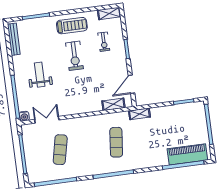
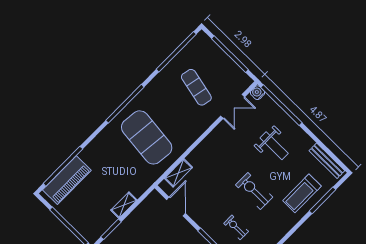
treadmill: (72, 26) -> (302, 193), moved
shelving: (139, 114) -> (124, 205), moved
exercise mat: (116, 142) -> (147, 137), width x2.00, depth x1.45

